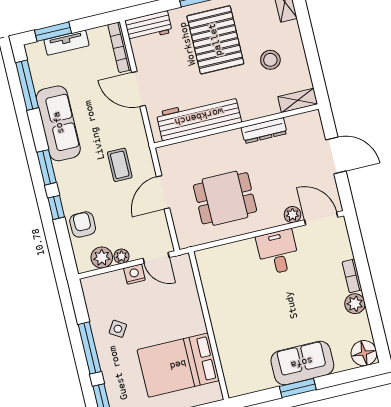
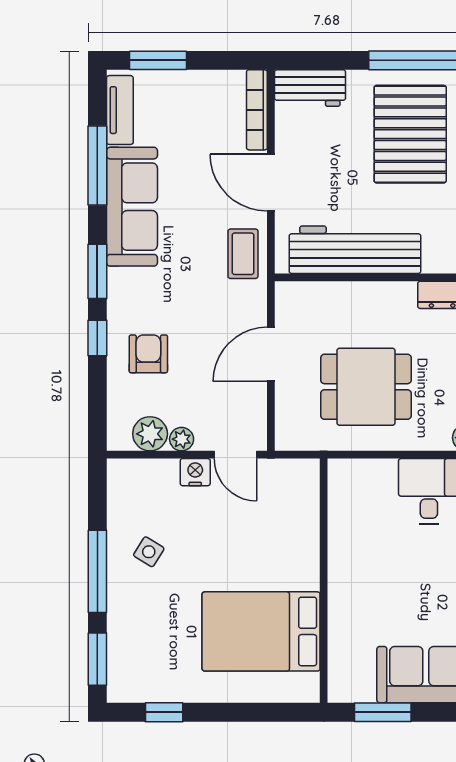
tv unit: (66, 43) -> (120, 110), moved, turned -90
window: (27, 85) -> (97, 166), moved
coffee table: (120, 165) -> (243, 254), moved
armchair: (83, 224) -> (148, 354), moved
wall: (209, 326) -> (324, 581), moved
bed: (178, 365) -> (261, 631), moved
window: (298, 388) -> (383, 712), moved

